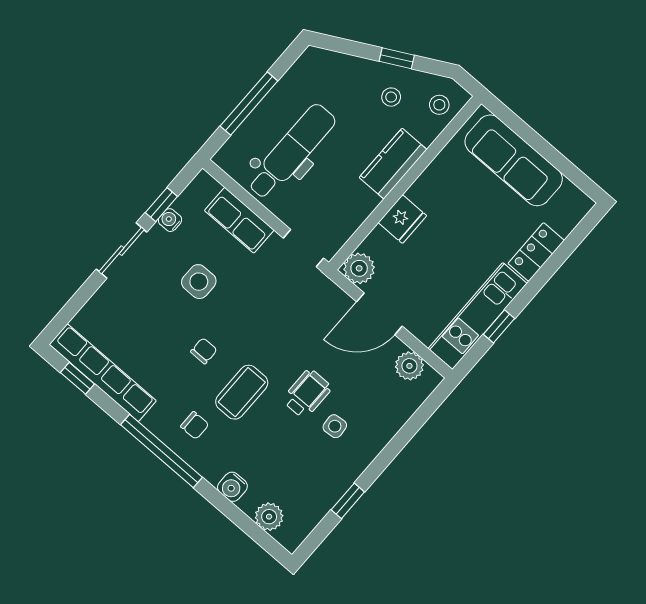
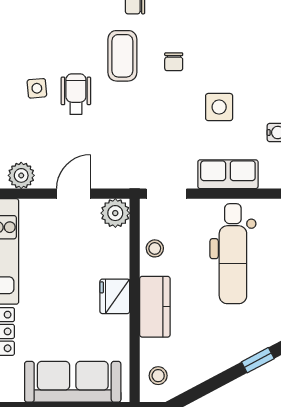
window: (397, 58) -> (258, 360), moved
stool: (391, 97) -> (155, 248), moved
fridge: (402, 219) -> (115, 296), moved
door: (379, 314) -> (74, 194), width x0.73
wheelchair: (307, 394) -> (76, 94), turned 180

